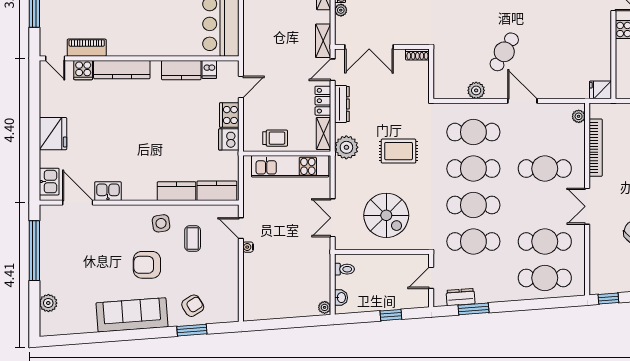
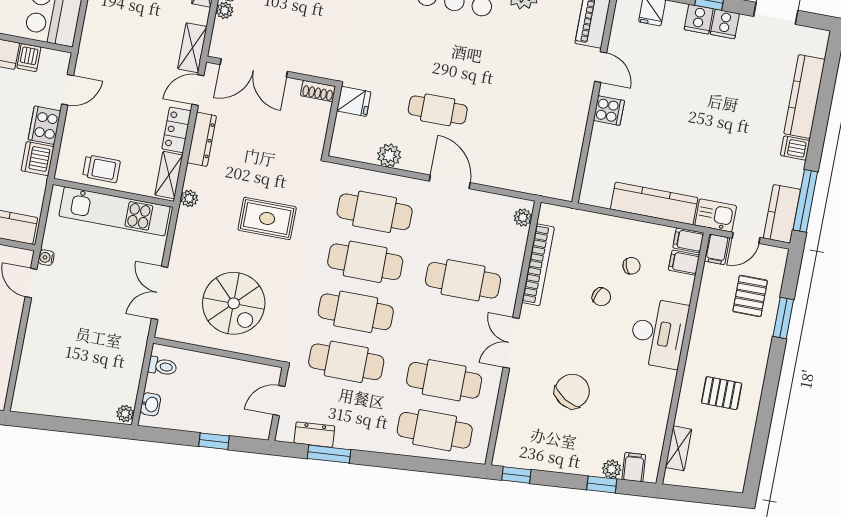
cafe table: (504, 52) -> (438, 110), turned 60
fridge: (600, 90) -> (354, 101), moved, turned 180
plant: (346, 147) -> (189, 198), width x0.53, depth x0.53
water cooler: (248, 247) -> (46, 258), moved

